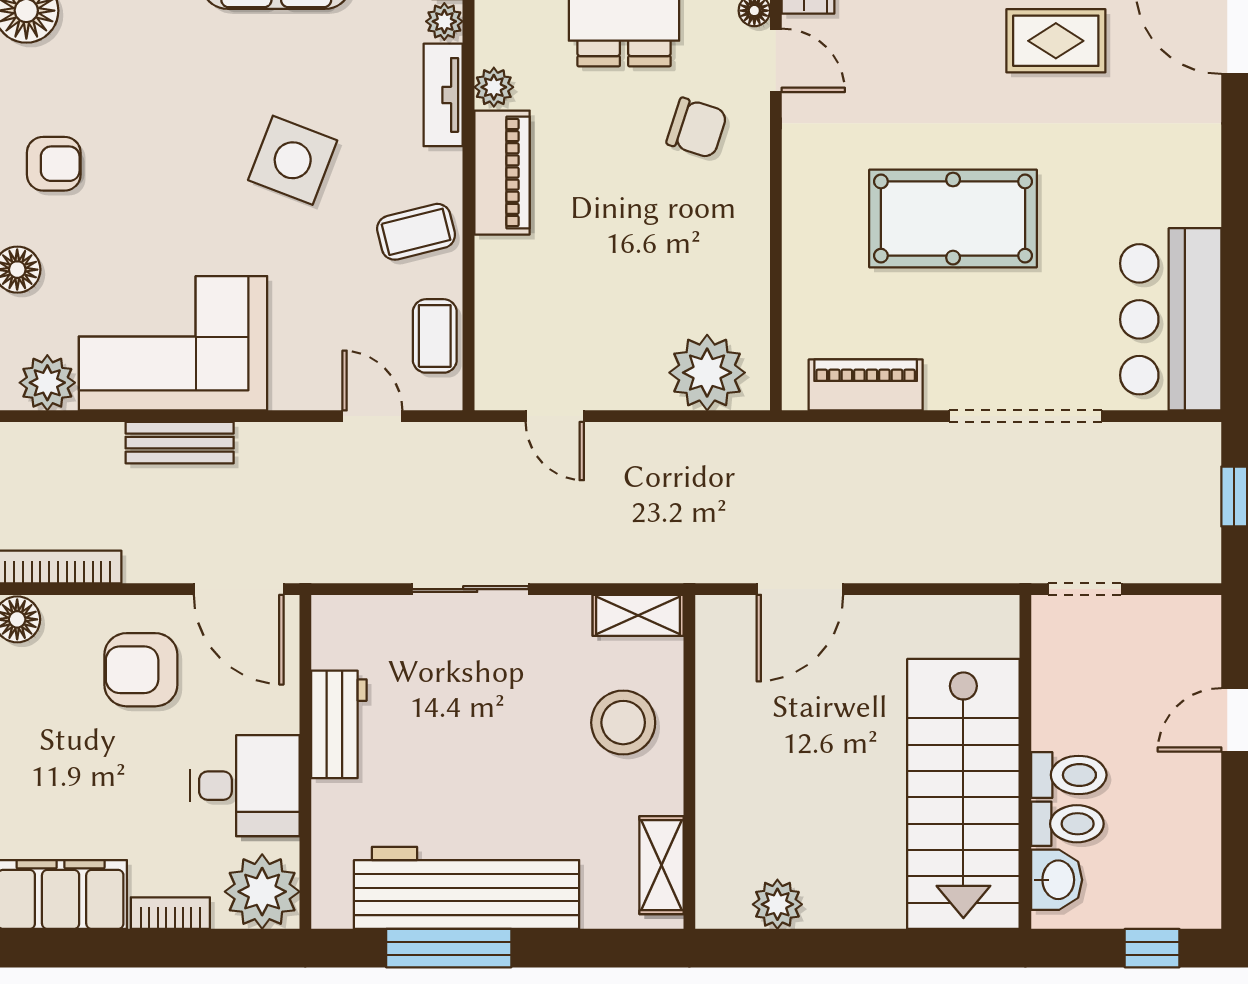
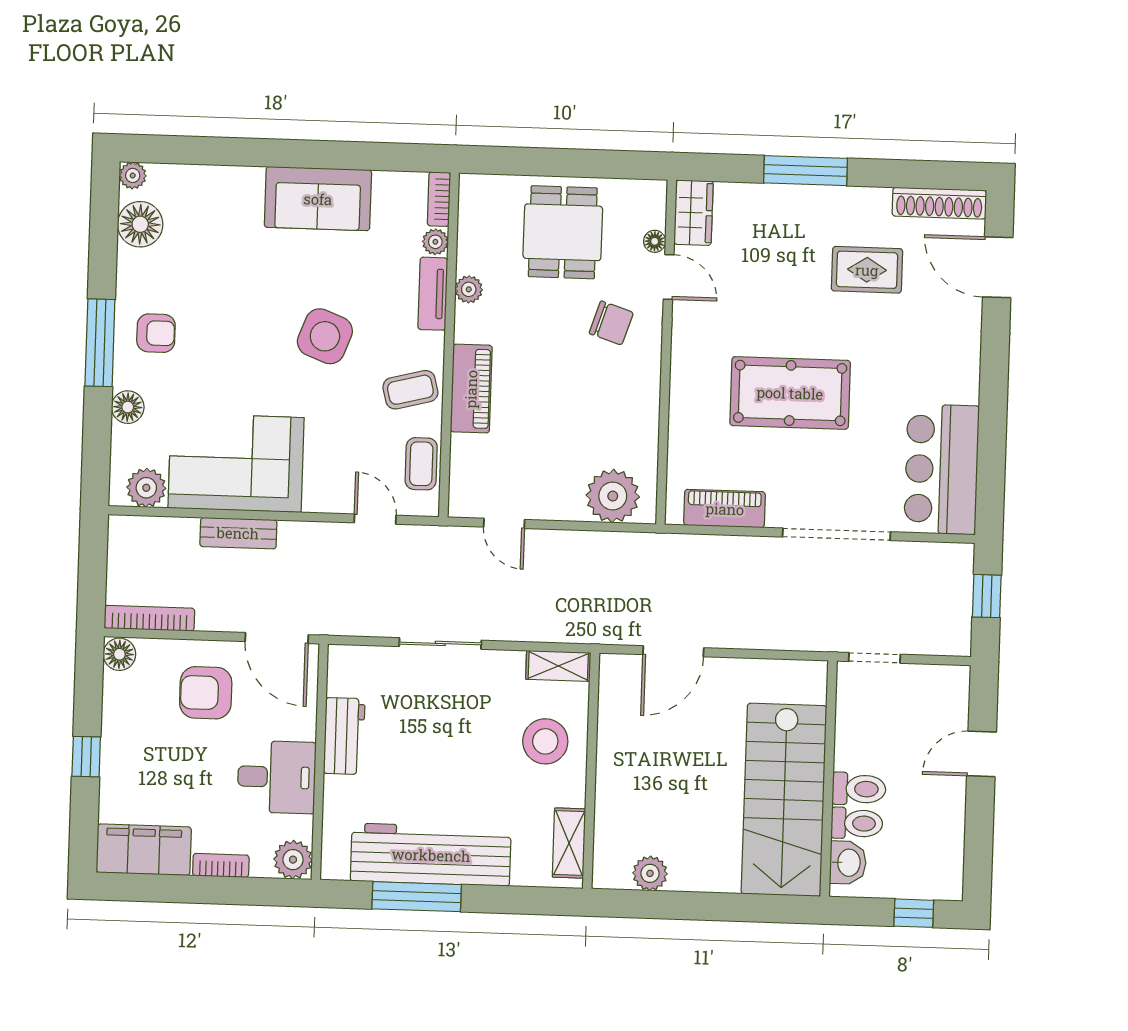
piano: (502, 173) -> (471, 389), moved
plant: (262, 892) -> (293, 860), width x0.73, depth x0.73

